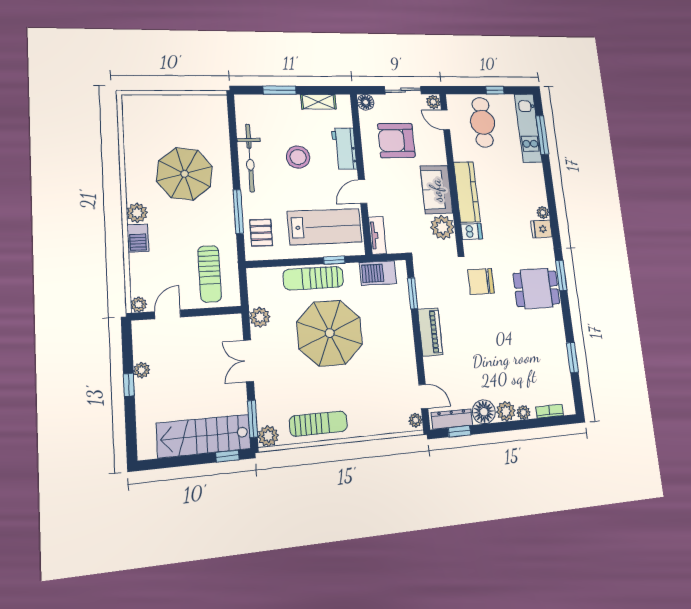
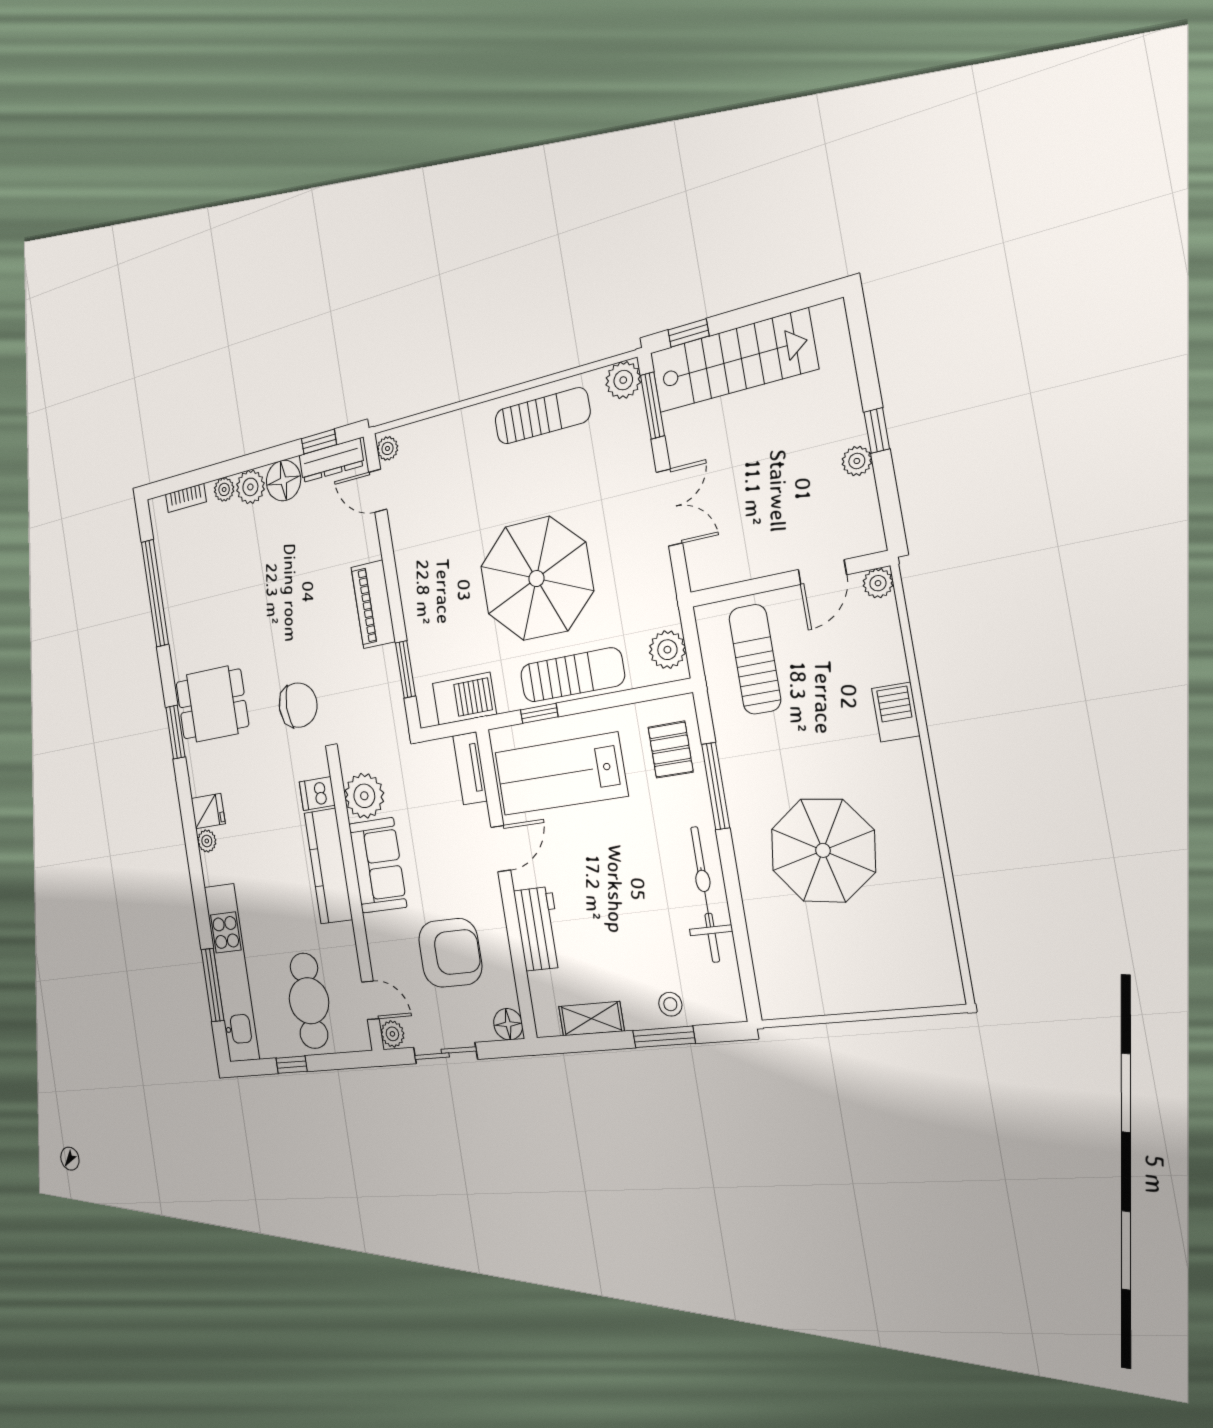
kitchen unit: (528, 128) -> (232, 973), width x1.36
stool: (298, 157) -> (670, 1004), moved, width x0.53, depth x0.53
plant: (137, 213) -> (904, 762), removed
plant: (260, 317) -> (667, 650), moved
window: (572, 358) -> (155, 593), width x2.11
sun lounger: (318, 424) -> (542, 416), turned 180

